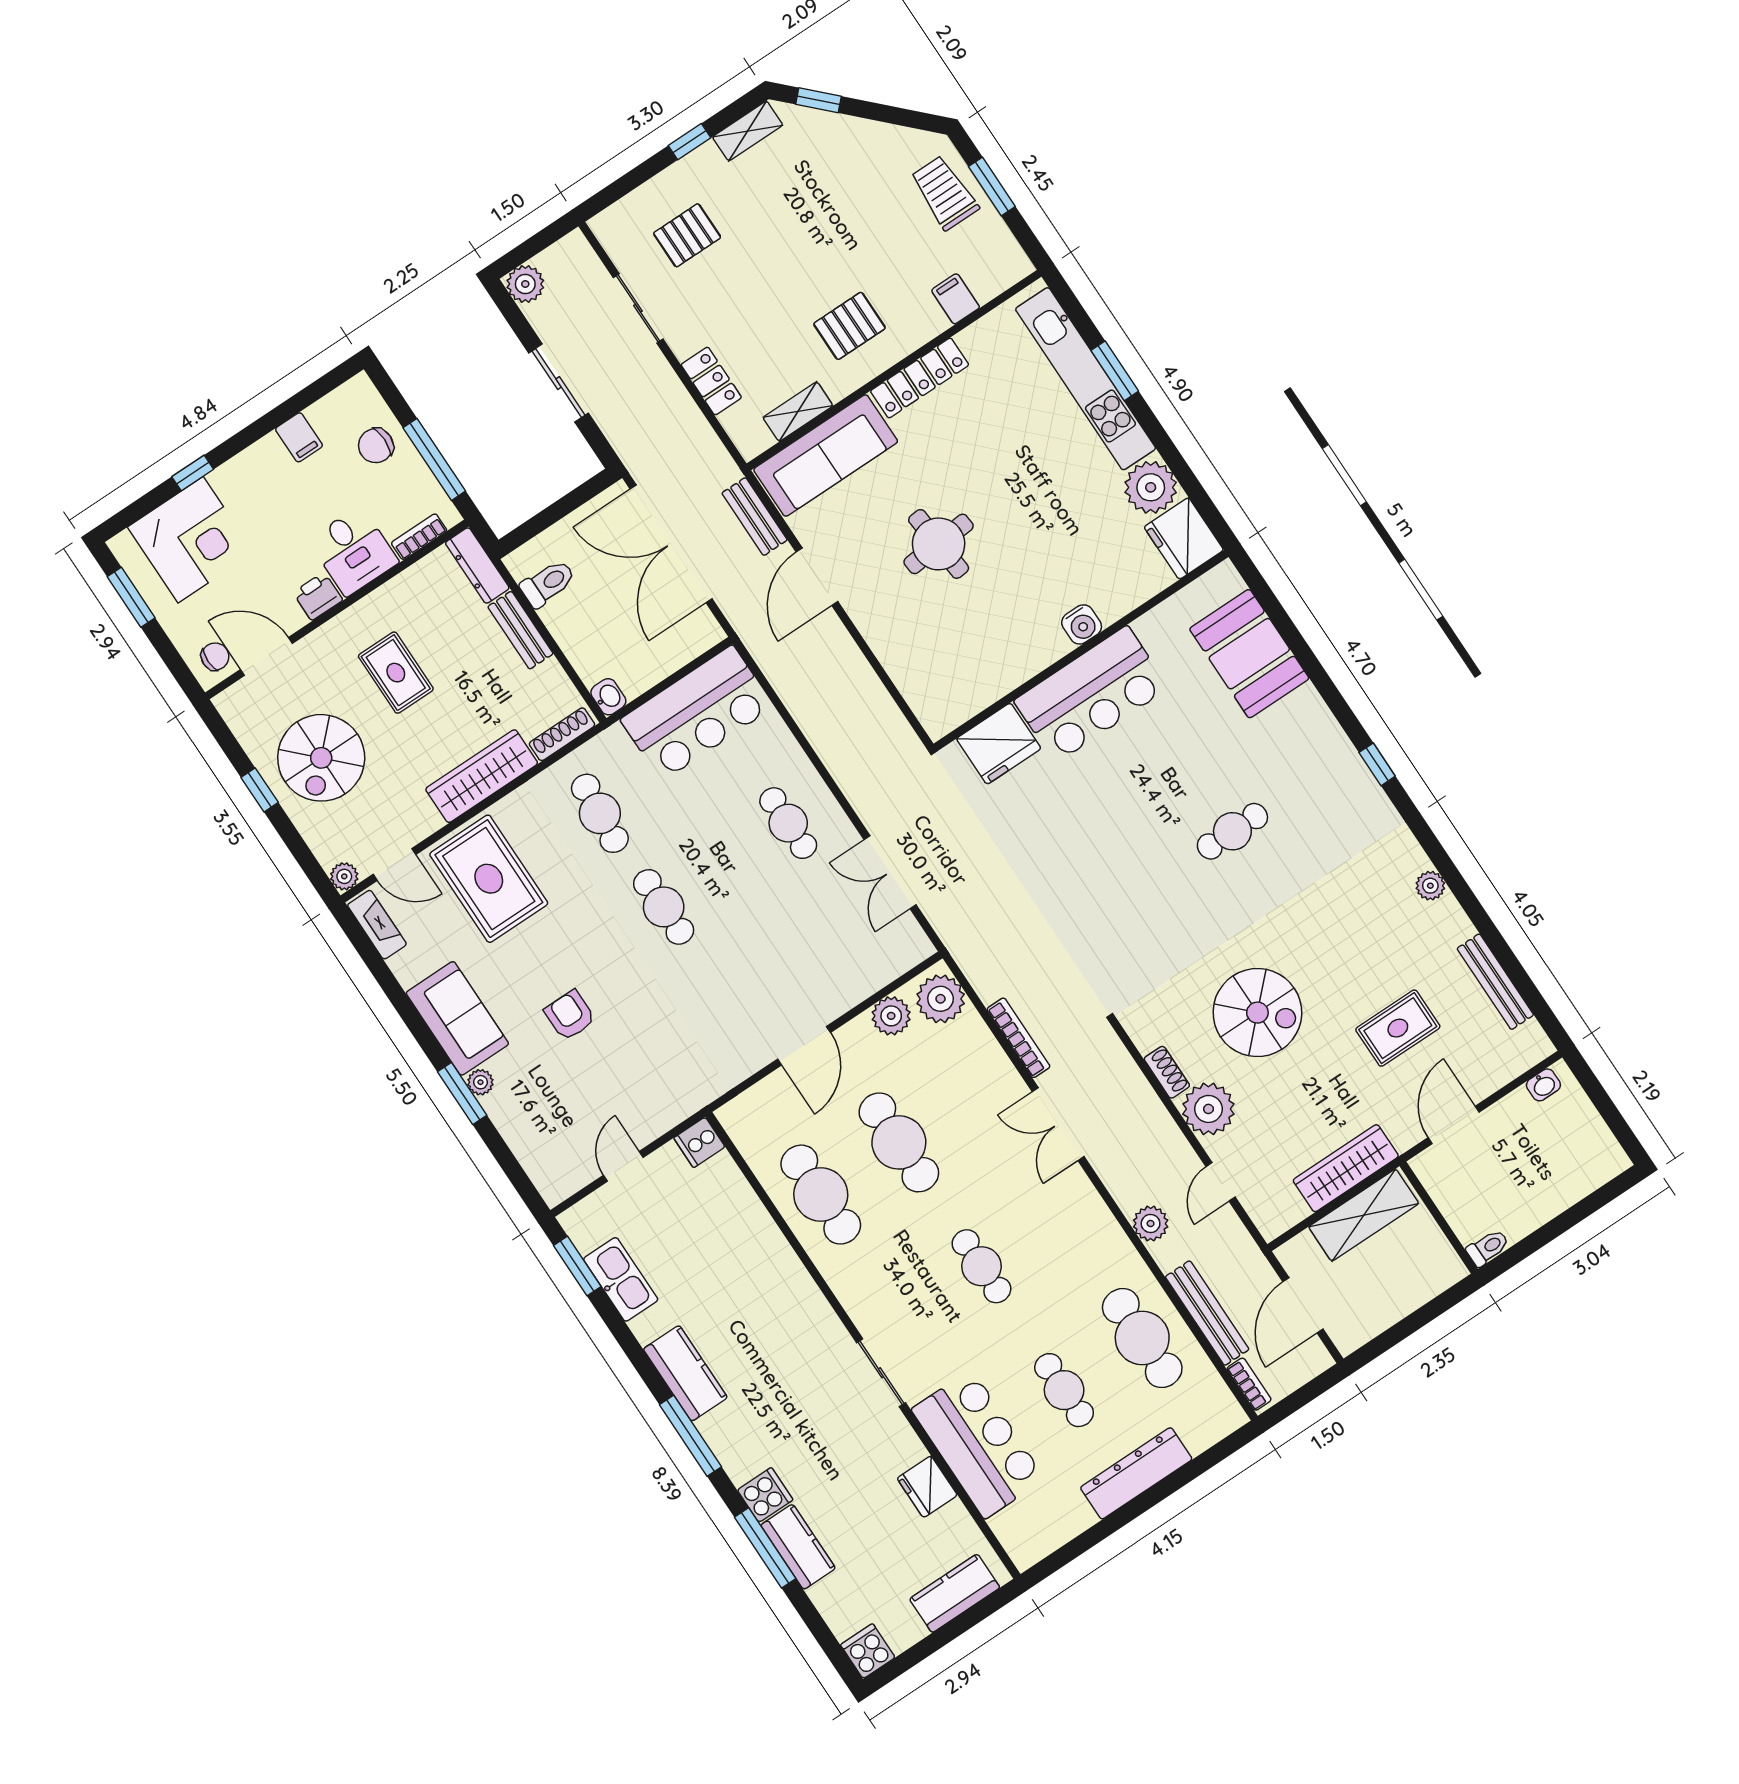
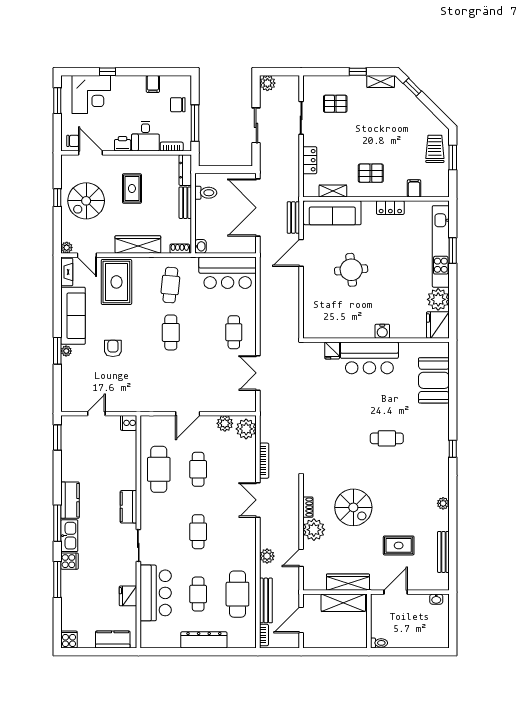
locker: (920, 378) -> (390, 208), width x0.66
shoe rack: (562, 734) -> (180, 249), width x0.70
fridge: (999, 744) -> (332, 351), width x0.53, depth x0.75
sofa: (457, 1018) -> (73, 316), width x1.36
cafe table: (899, 1142) -> (198, 469), width x0.73, depth x0.74
kitchen sink: (621, 1279) -> (69, 536), moved
kitchen counter: (798, 1547) -> (128, 507), moved, turned 180

